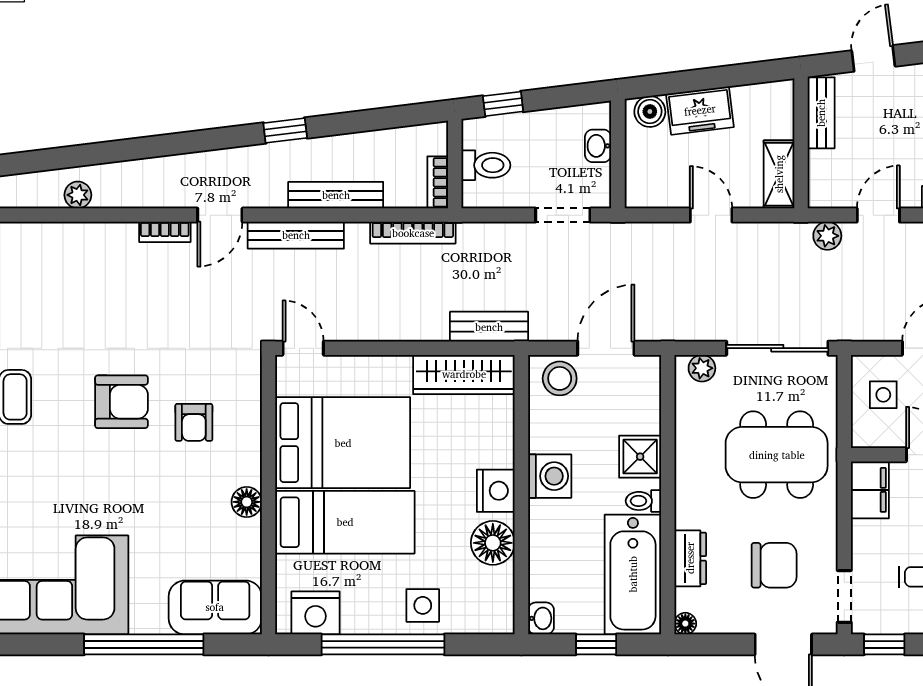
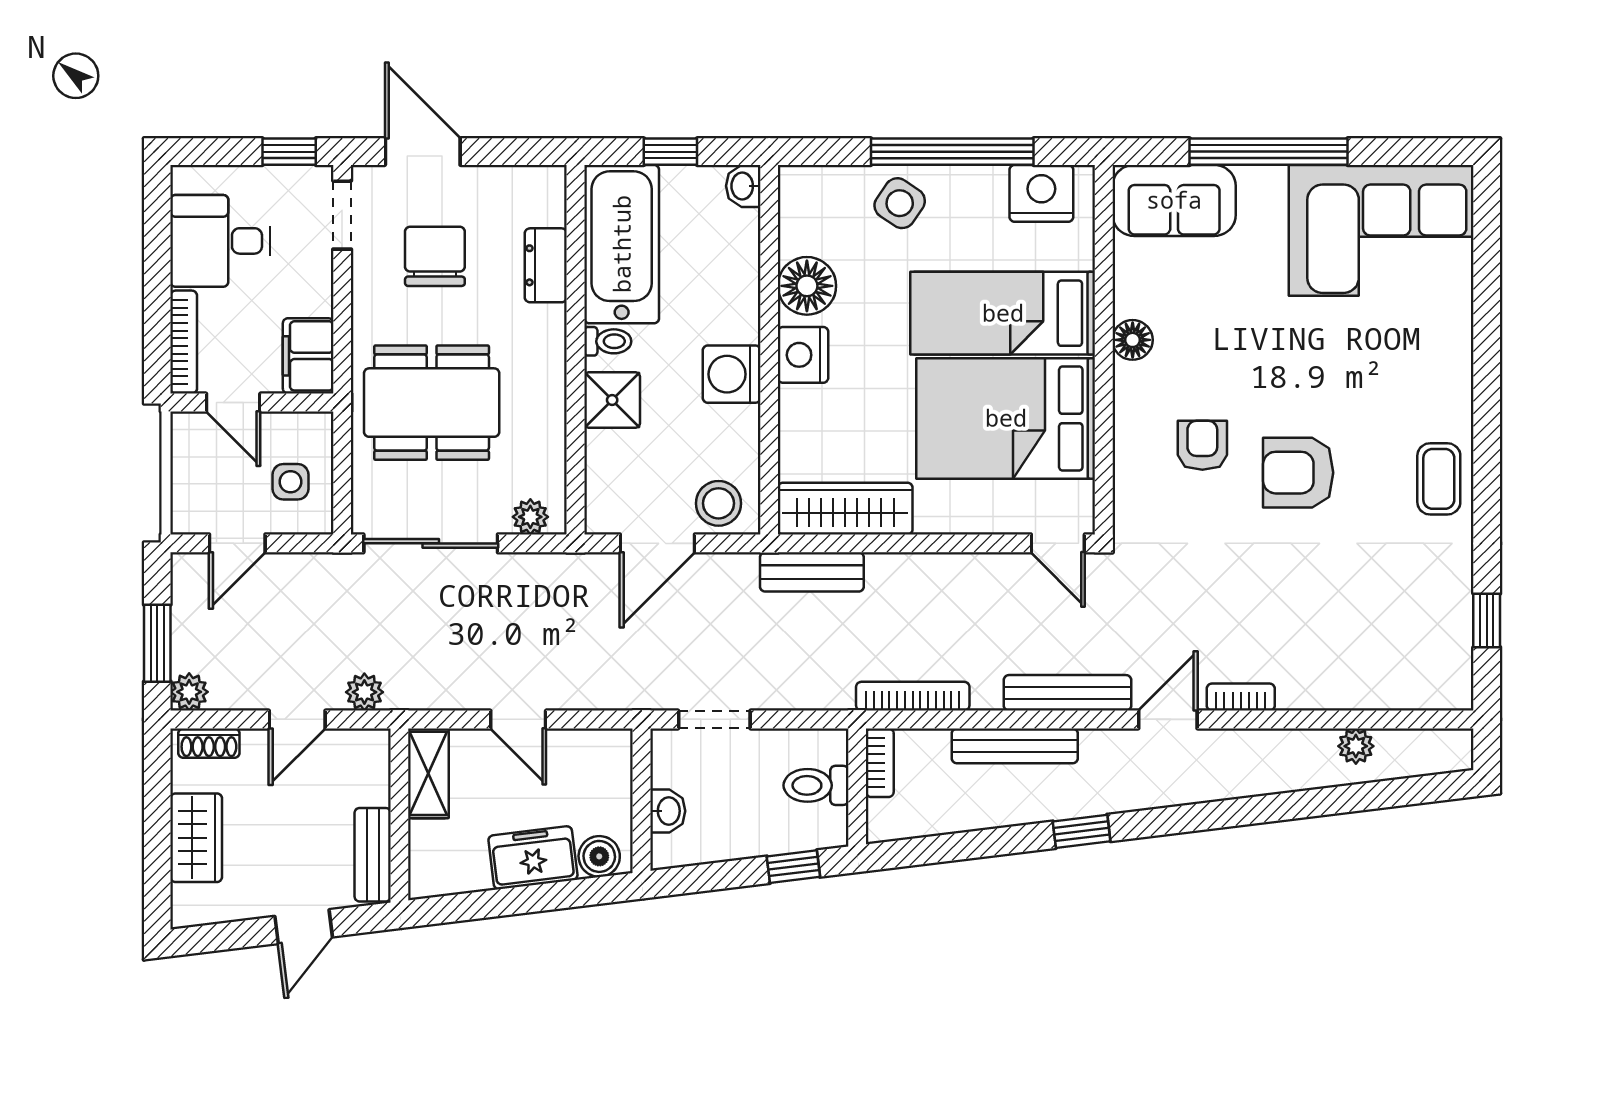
chair: (774, 565) -> (435, 256), turned 90
side table: (423, 605) -> (900, 203), turned 34
floor lamp: (685, 624) -> (552, 179), removed

